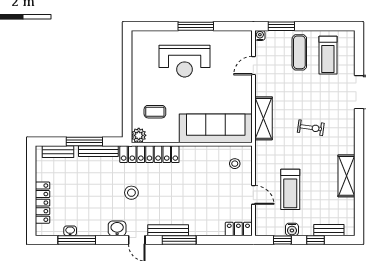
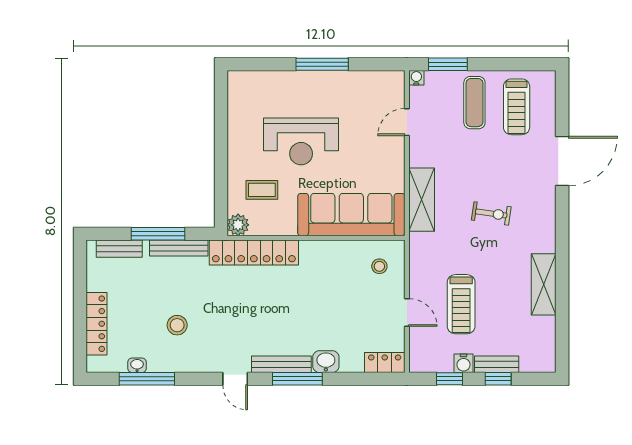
reception desk: (185, 61) -> (301, 141), moved
stool: (131, 193) -> (177, 325), moved
washbasin: (117, 228) -> (326, 362), moved
bench: (329, 230) -> (497, 364), moved

